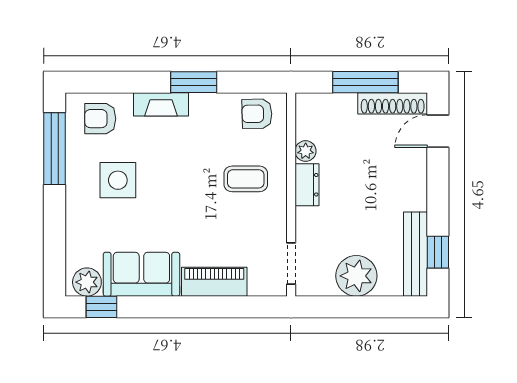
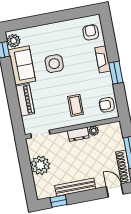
armchair: (257, 114) -> (107, 105), turned -89
window: (55, 149) -> (73, 14), removed
side table: (118, 180) -> (54, 64), moved
bench: (415, 254) -> (75, 187), moved

